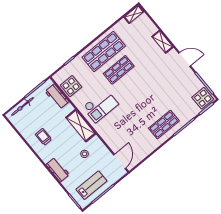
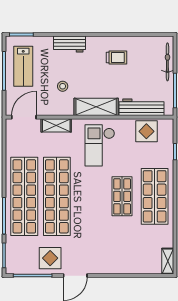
shelving: (162, 42) -> (56, 125), moved
workbench: (57, 97) -> (142, 107), width x1.38
display table: (203, 98) -> (50, 258), moved
shop shelf: (149, 106) -> (57, 196), added
shop shelf: (164, 125) -> (24, 196), width x2.00, depth x1.36
door: (120, 161) -> (24, 117), swing flipped

